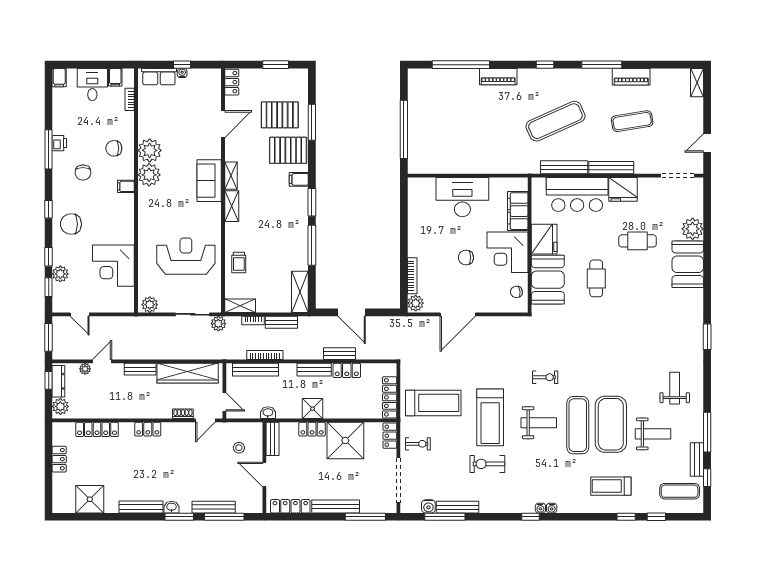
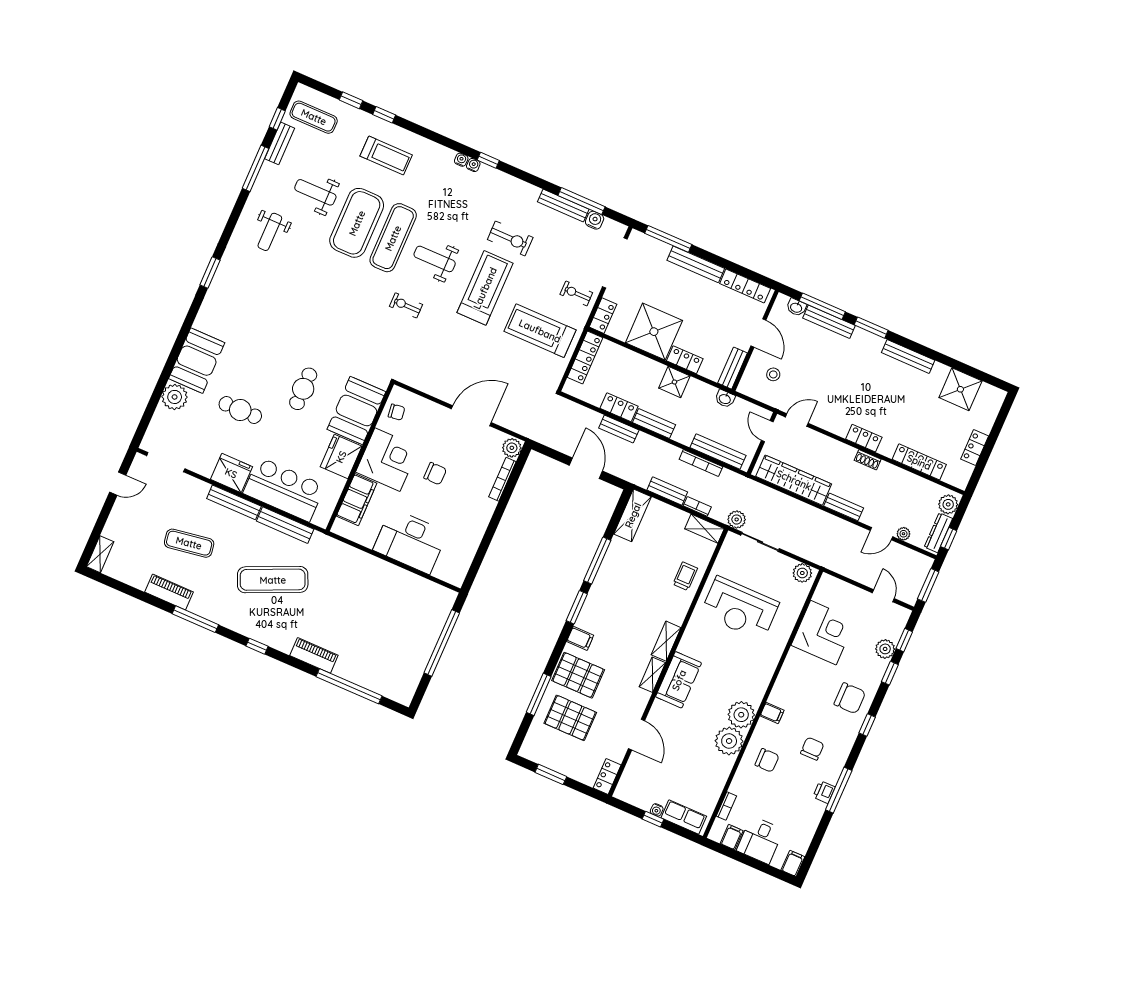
door: (223, 124) -> (637, 735), swing flipped
shoe rack: (183, 414) -> (868, 460), moved
washbasin: (172, 507) -> (796, 307), moved

